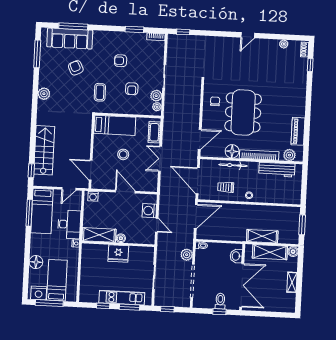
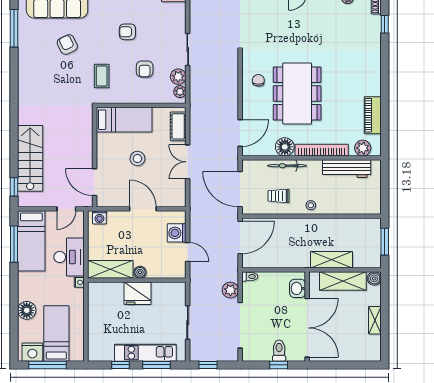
plant: (44, 94) -> (26, 82), removed

